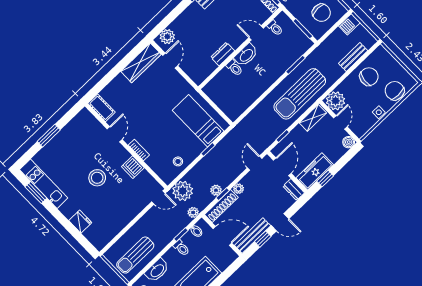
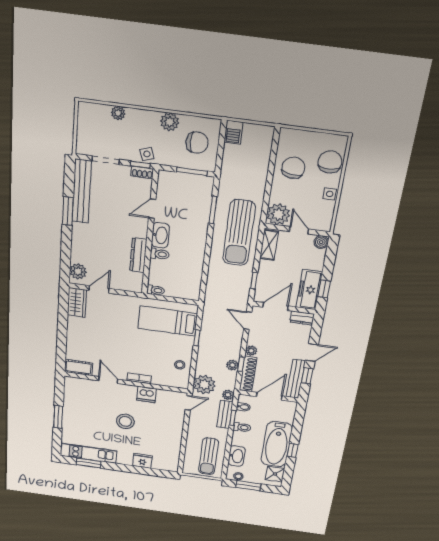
toilet: (275, 28) -> (156, 290), moved
dresser: (223, 54) -> (138, 255), width x1.44
bench: (353, 57) -> (225, 414), moved
door: (170, 61) -> (99, 289), hinge flipped
wardrobe: (141, 63) -> (77, 302), width x0.67
chair: (395, 91) -> (330, 162), turned 90
door: (282, 167) -> (275, 306), hinge flipped

